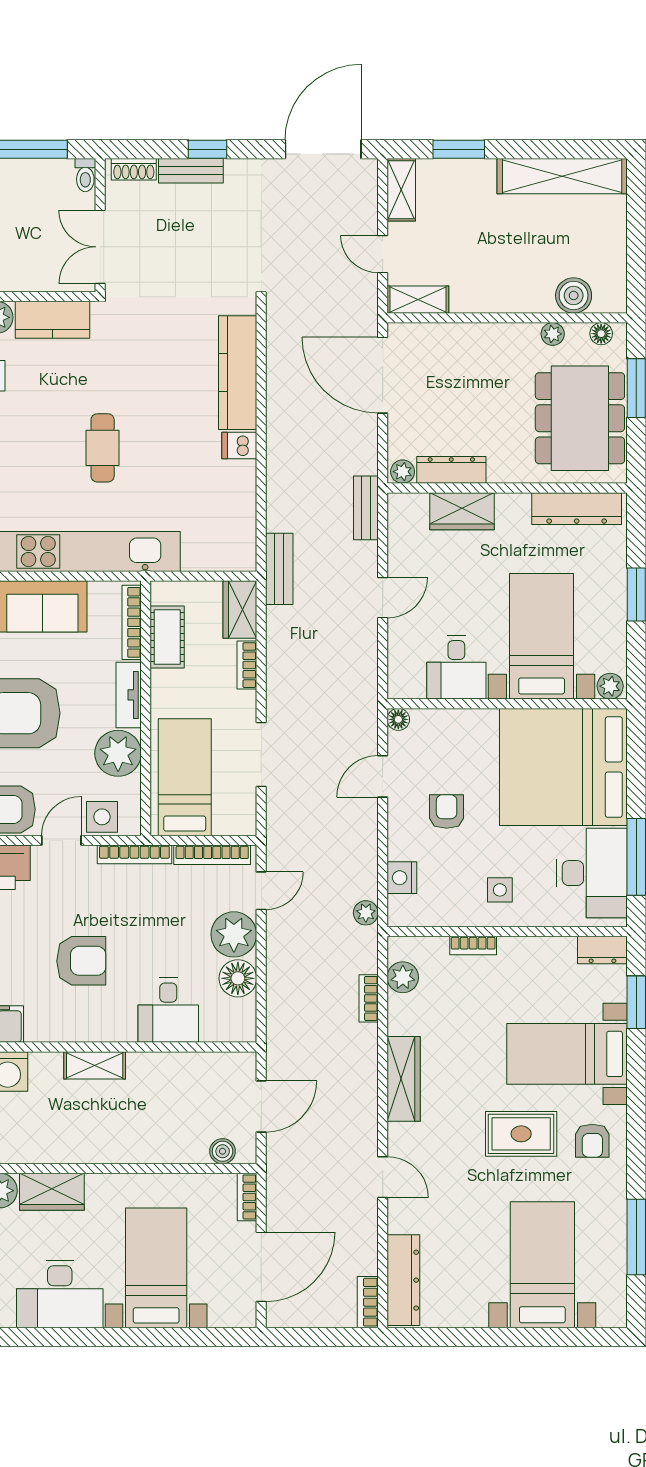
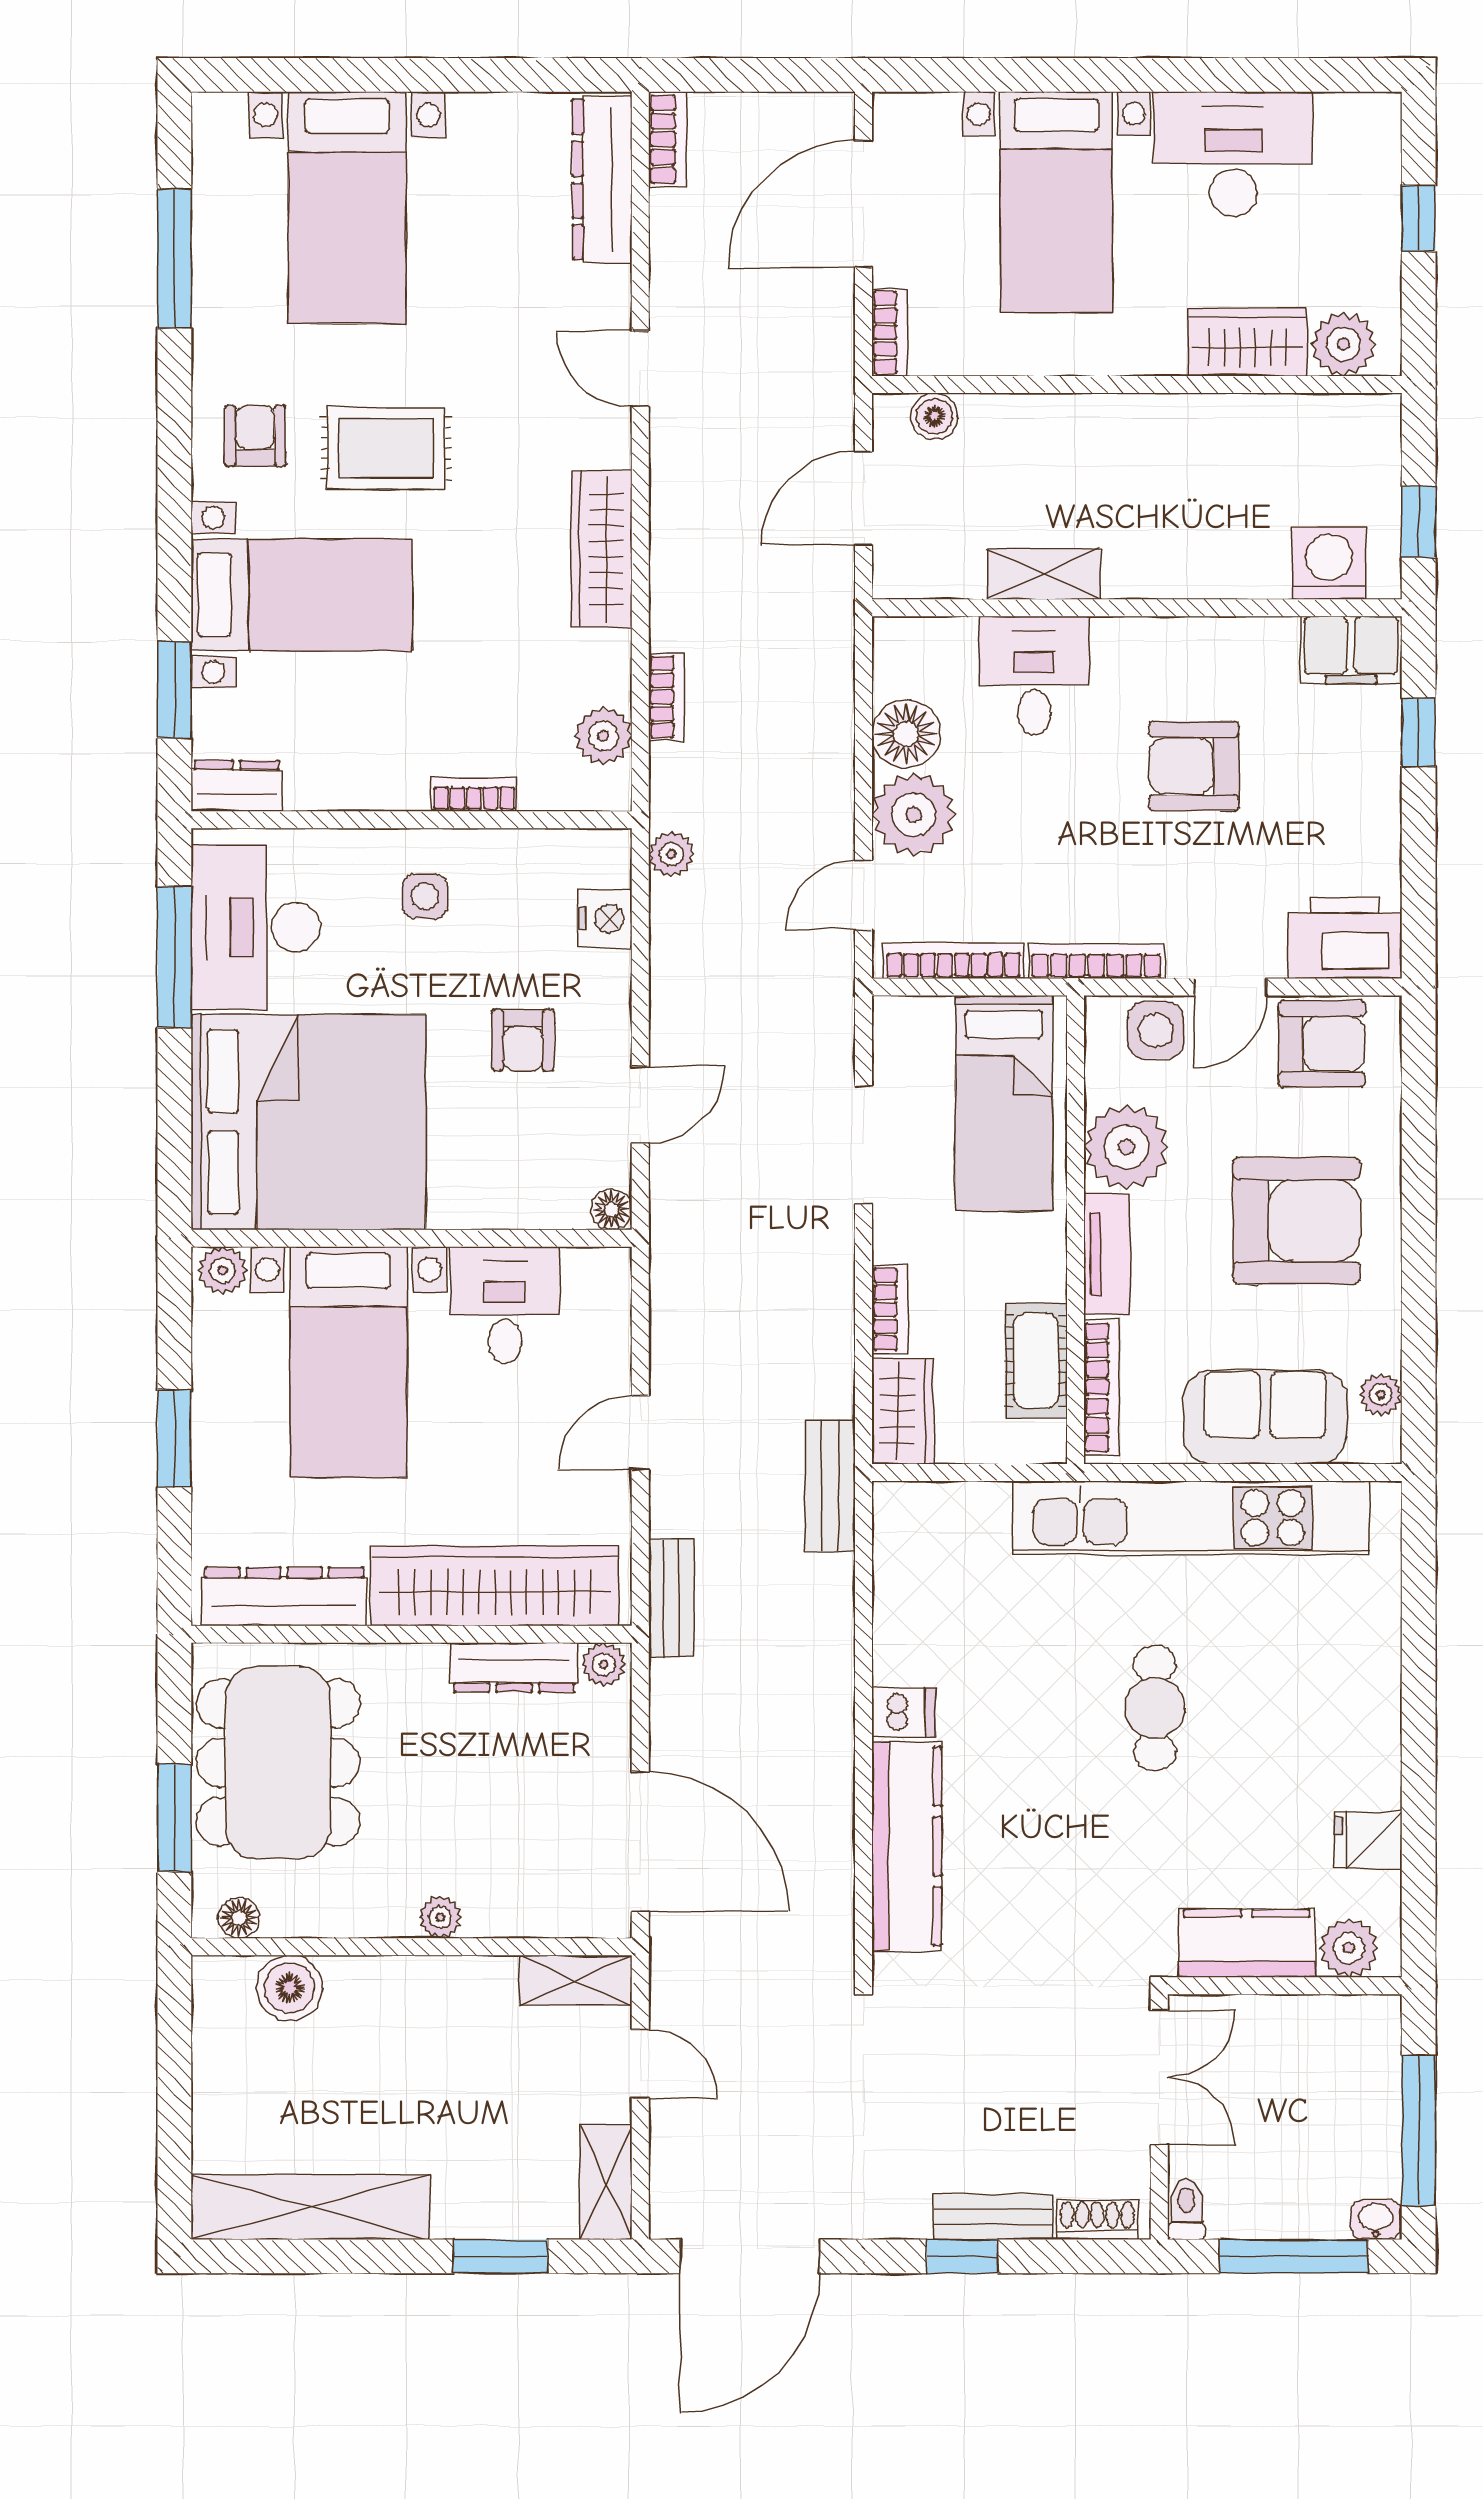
plant: (553, 334) -> (440, 1917), moved
wardrobe: (462, 511) -> (495, 1586), width x2.10, depth x1.17
shelving: (95, 1065) -> (1044, 574), moved

